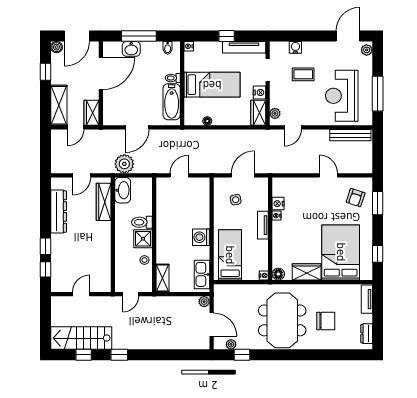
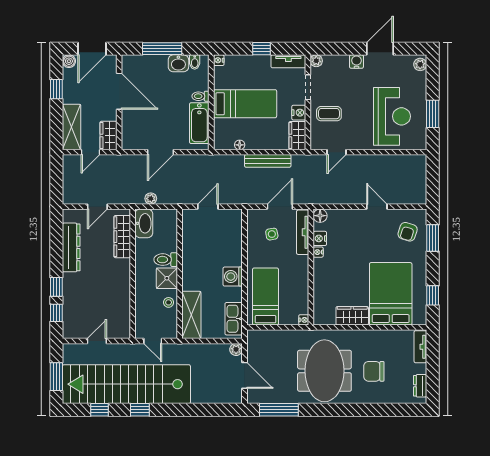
door: (348, 36) -> (380, 49), moved
tv unit: (244, 47) -> (288, 61), width x0.71
water cooler: (295, 47) -> (356, 62), moved
washbasin: (131, 49) -> (178, 63), moved
door: (101, 74) -> (119, 91), hinge flipped
coffee table: (303, 74) -> (329, 114), moved
window: (378, 94) -> (433, 114), width x0.69
reception desk: (342, 96) -> (392, 116), turned 180
plant: (275, 113) -> (316, 61), moved
bench: (350, 135) -> (268, 161), moved
plant: (124, 164) -> (151, 199), width x0.53, depth x0.53
tv unit: (263, 225) -> (303, 232), moved, width x1.41
floor lamp: (278, 274) -> (320, 216), moved
shelving: (162, 278) -> (191, 315), width x1.50, depth x1.33
door: (131, 294) -> (153, 341), hinge flipped
chair: (326, 321) -> (374, 371), turned 180
window: (45, 326) -> (56, 377), added
stairs: (81, 338) -> (126, 384), width x1.86, depth x1.51
plant: (231, 344) -> (267, 398), removed
window: (242, 355) -> (279, 410), width x2.17

